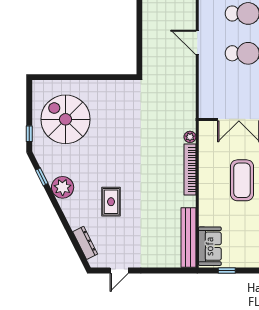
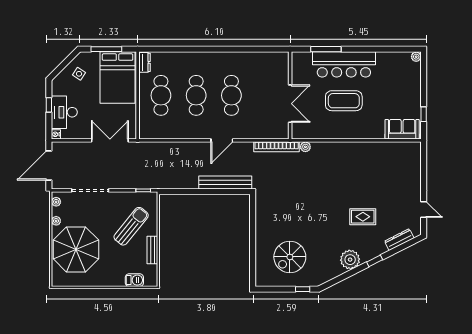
spiral stairs: (65, 119) -> (290, 257), width x0.73, depth x0.73
bookcase: (190, 170) -> (277, 147), moved
window: (42, 177) -> (375, 261), moved
bench: (188, 237) -> (225, 183), moved

